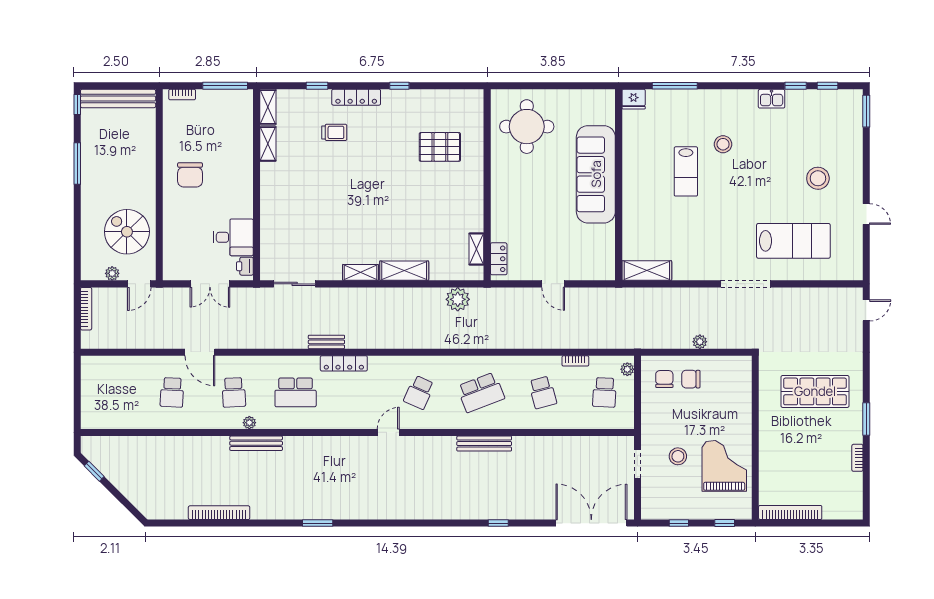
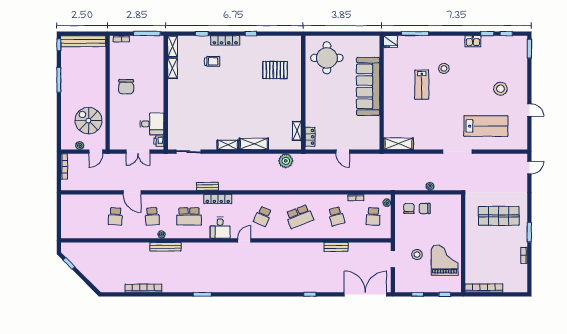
desk: (348, 411) -> (220, 228), added
bench: (484, 444) -> (336, 247), moved, width x0.73

